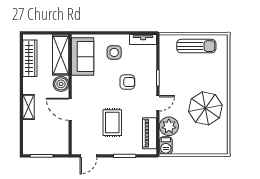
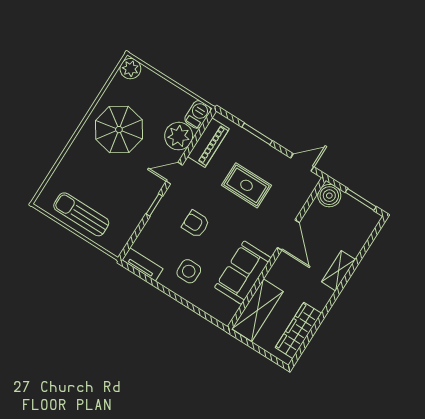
sofa: (83, 57) -> (243, 273), moved
boiler: (61, 84) -> (329, 196), moved
rug: (112, 123) -> (246, 185), turned 90
plant: (221, 147) -> (130, 69), added

